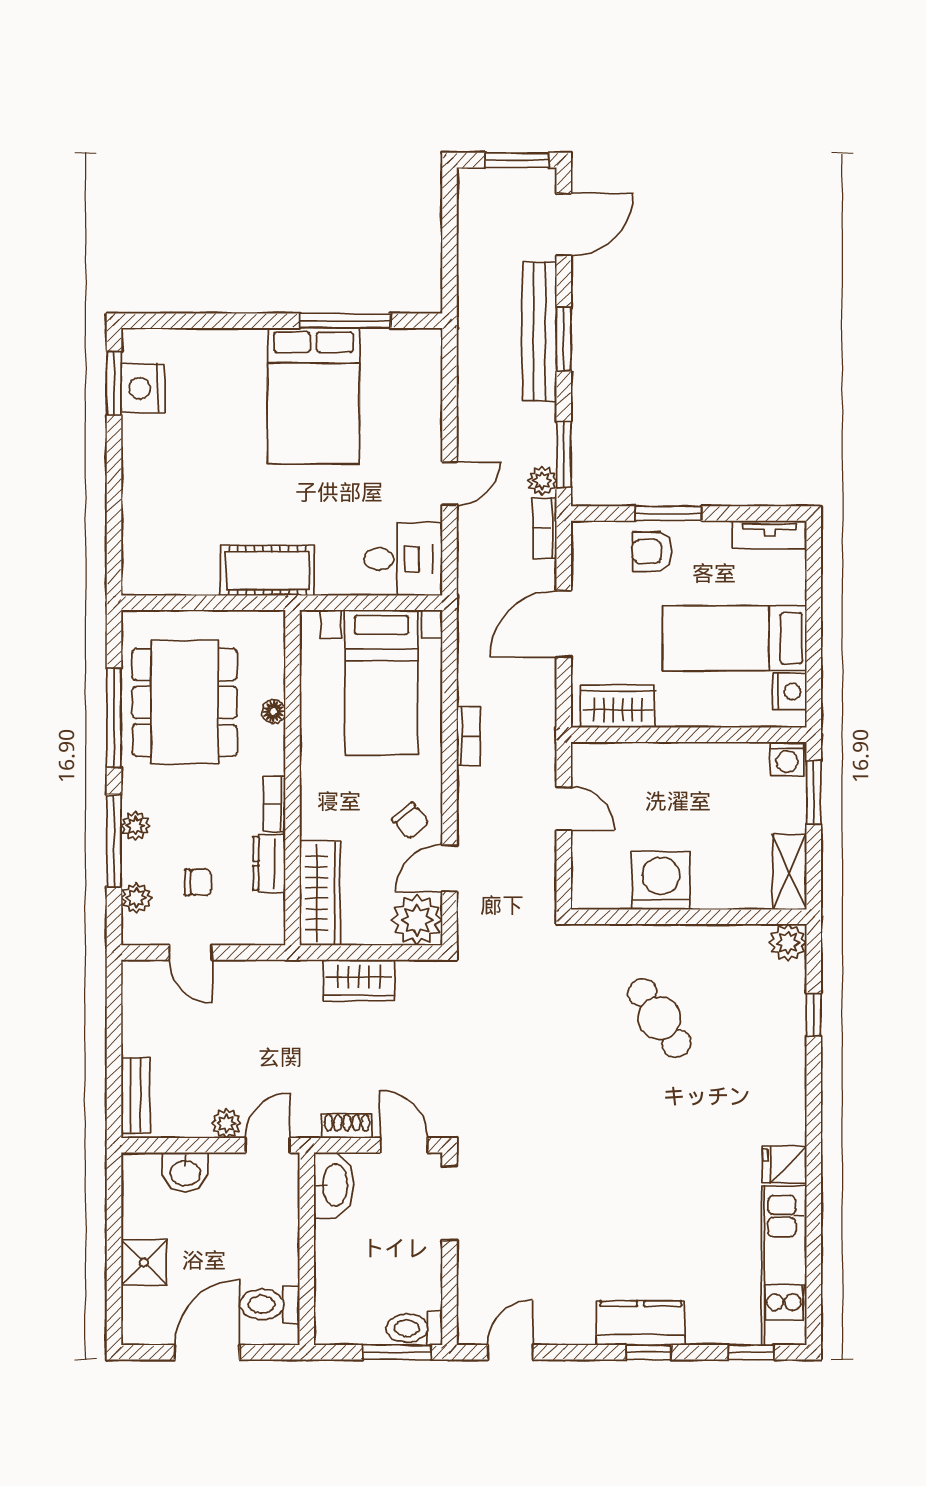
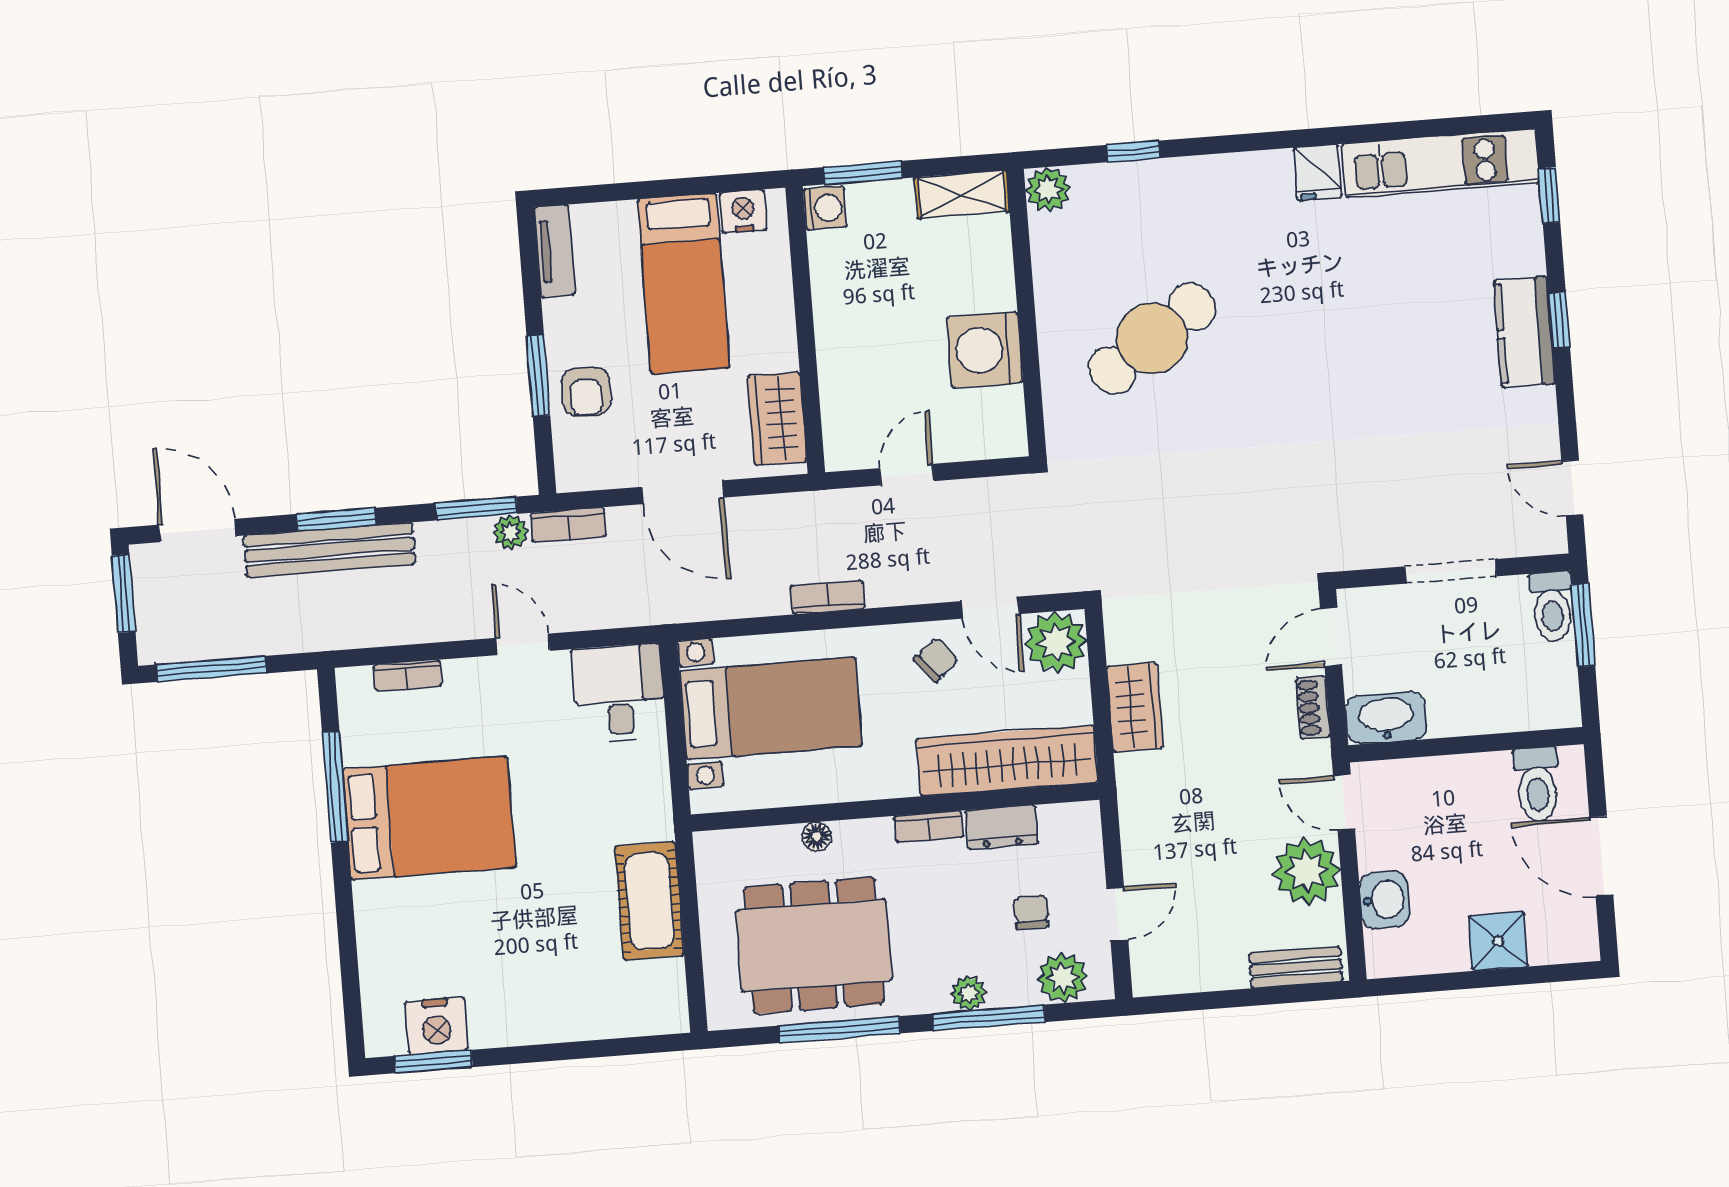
window: (450, 227) -> (212, 669), added
bookcase: (432, 387) -> (408, 676), added
cot: (267, 571) -> (649, 901), moved
wardrobe: (320, 893) -> (1007, 761), width x1.40, depth x1.17
plant: (136, 898) -> (1063, 978), width x1.38, depth x1.38
cafe table: (659, 1018) -> (1152, 339), width x1.37, depth x1.35
plant: (226, 1123) -> (1307, 871), width x1.88, depth x1.88
doorway: (450, 1203) -> (1451, 571), moved

